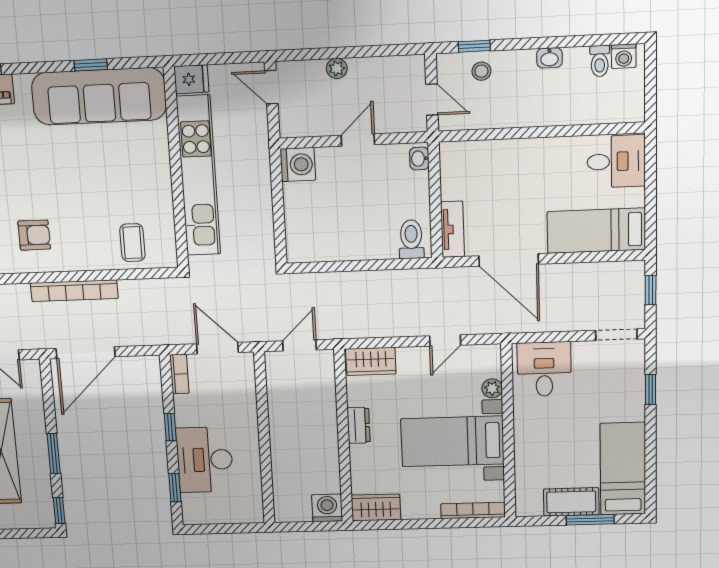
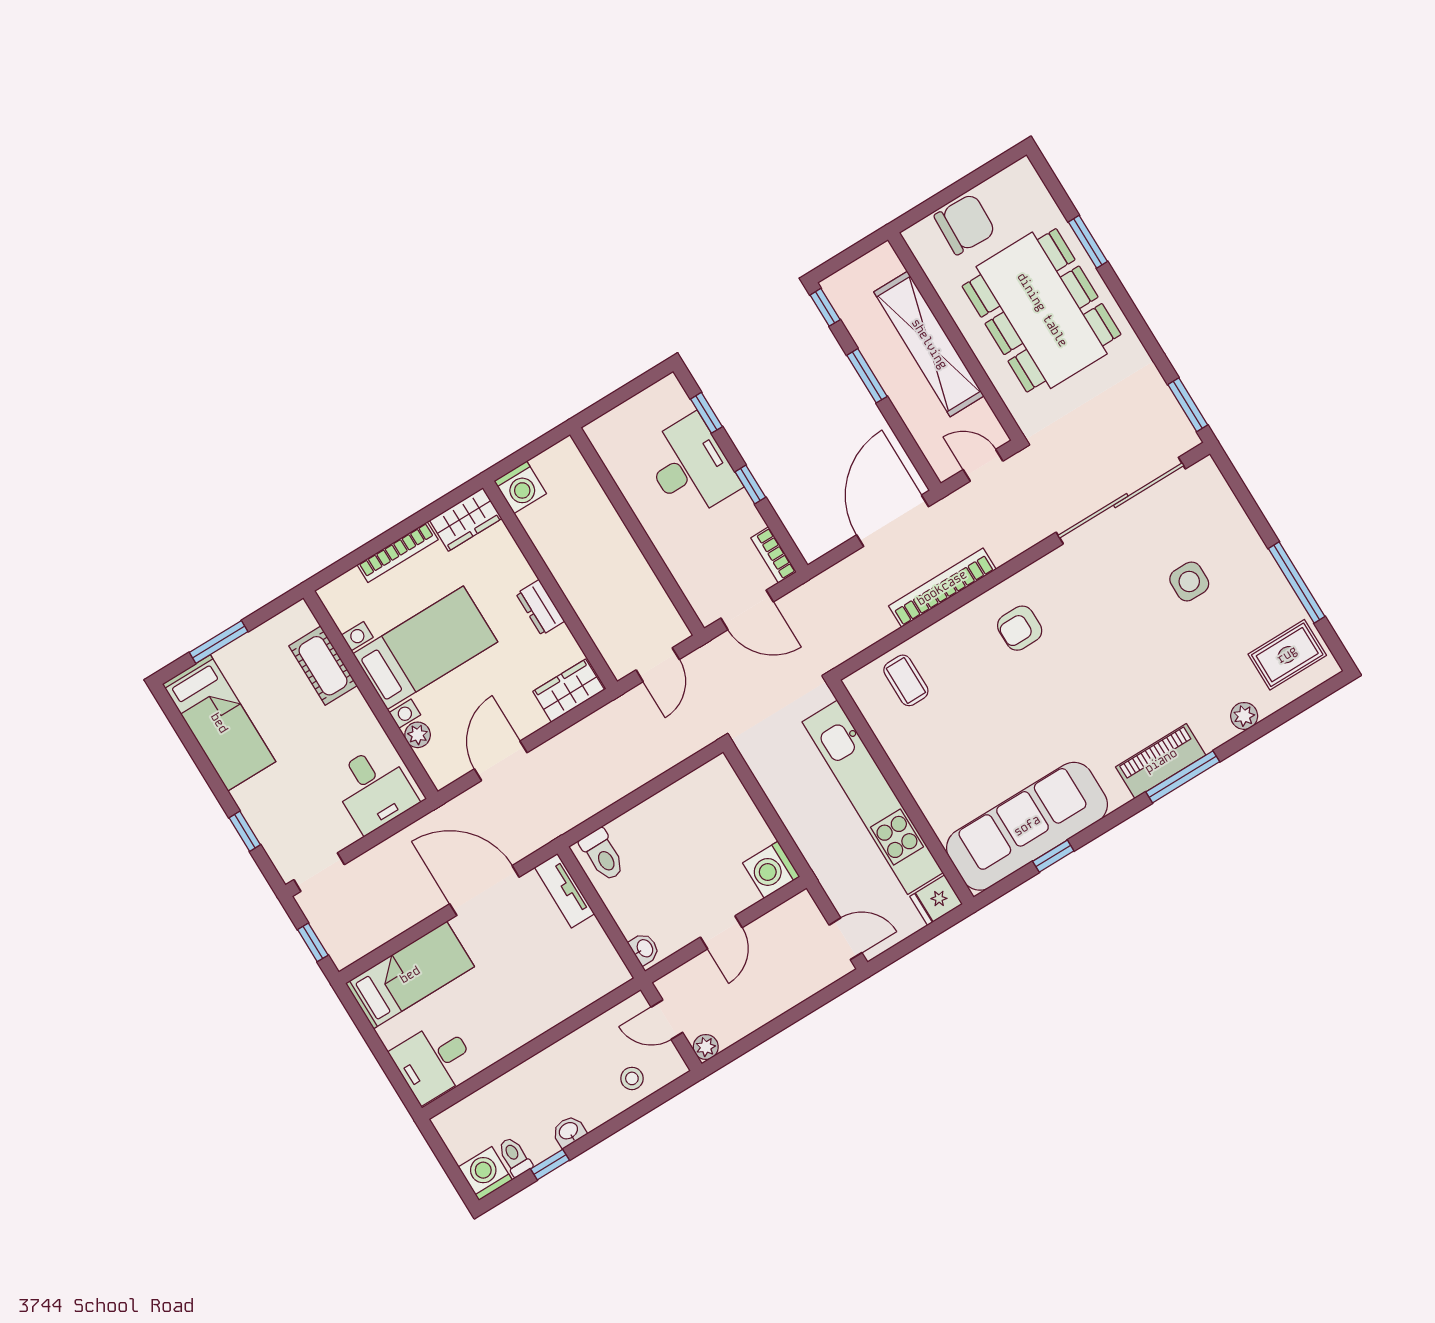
window: (474, 46) -> (550, 1165), moved
washing machine: (624, 56) -> (485, 1173), width x1.38, depth x1.38
plant: (337, 68) -> (706, 1047), moved
door: (445, 340) -> (501, 761), width x1.37
cot: (571, 502) -> (323, 666), moved, turned 90
bookcase: (473, 510) -> (398, 552), moved

